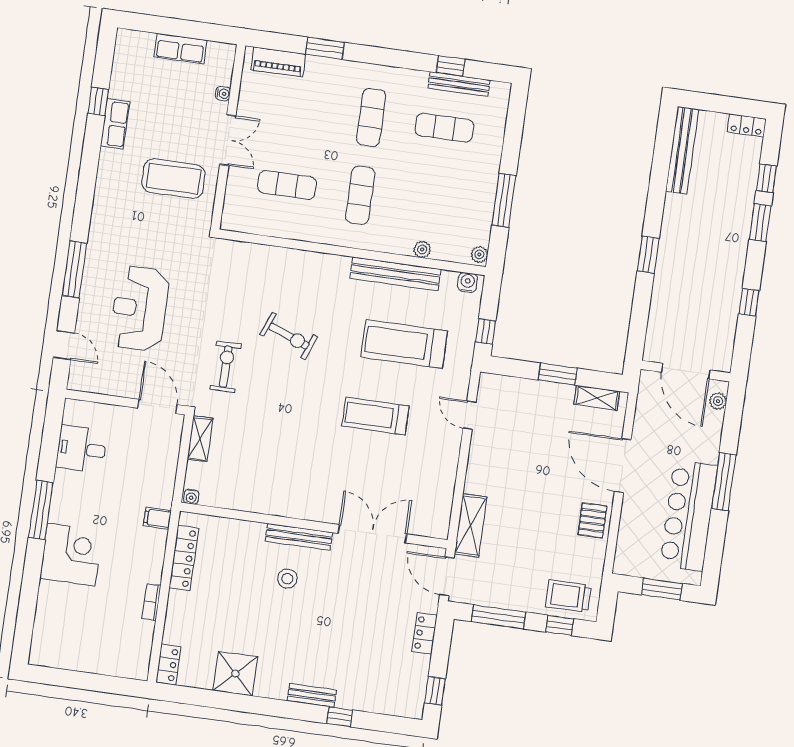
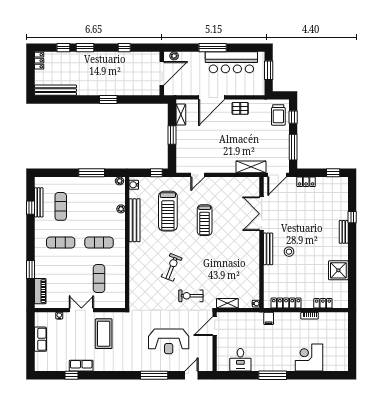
corner desk: (71, 555) -> (309, 358), moved
locker: (168, 664) -> (323, 303), moved

